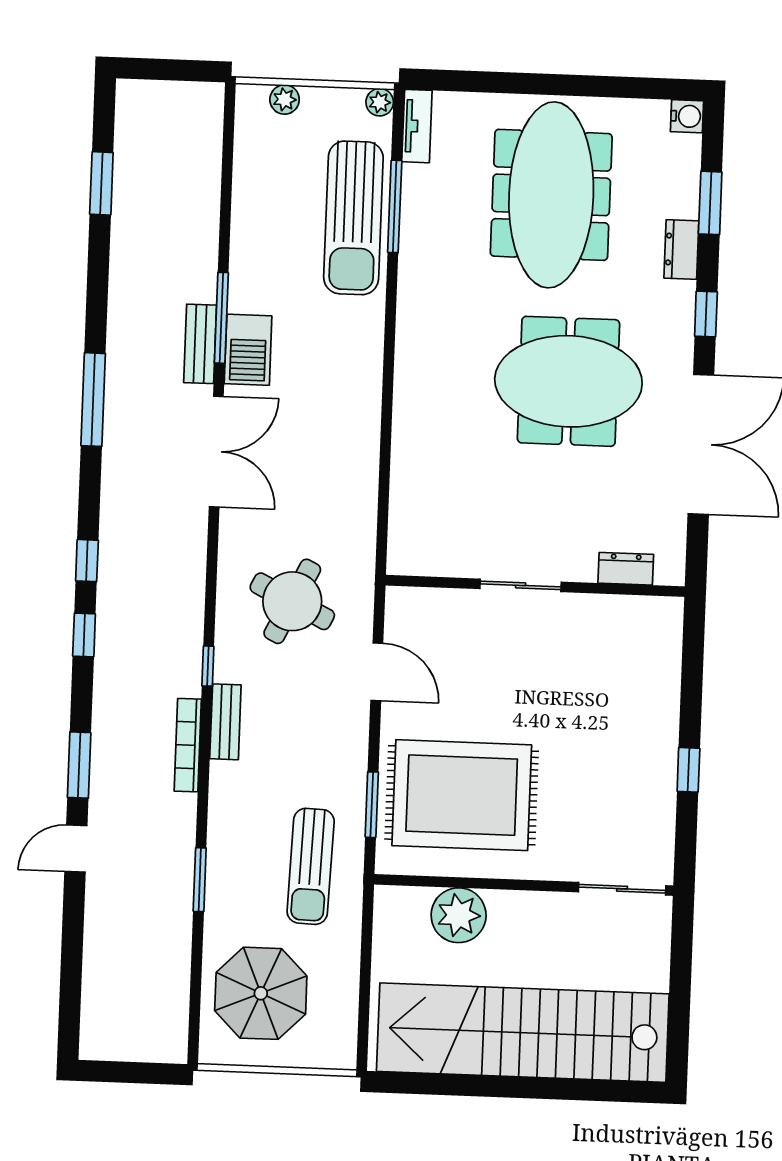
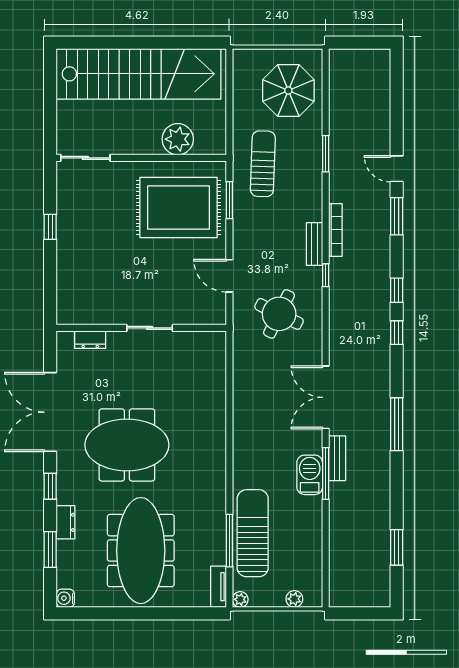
barbecue: (248, 350) -> (310, 475), moved
door: (76, 848) -> (397, 169), swing flipped

